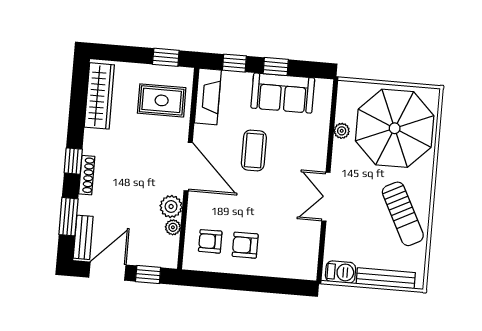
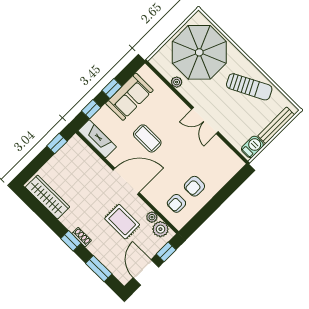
rug: (162, 100) -> (122, 222), moved, turned 90
shoe rack: (87, 175) -> (82, 237), width x0.70
plant: (171, 207) -> (160, 229), moved
bench: (83, 237) -> (117, 270), removed

